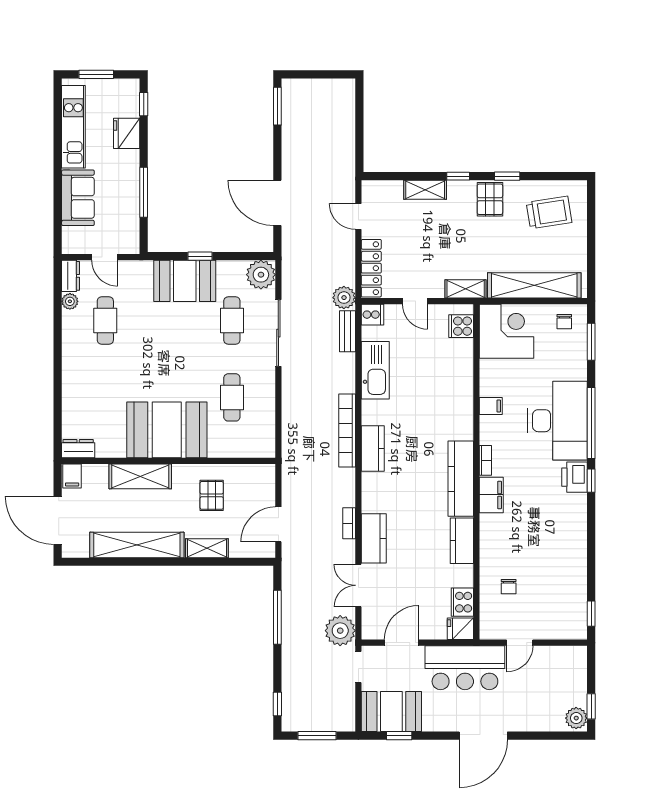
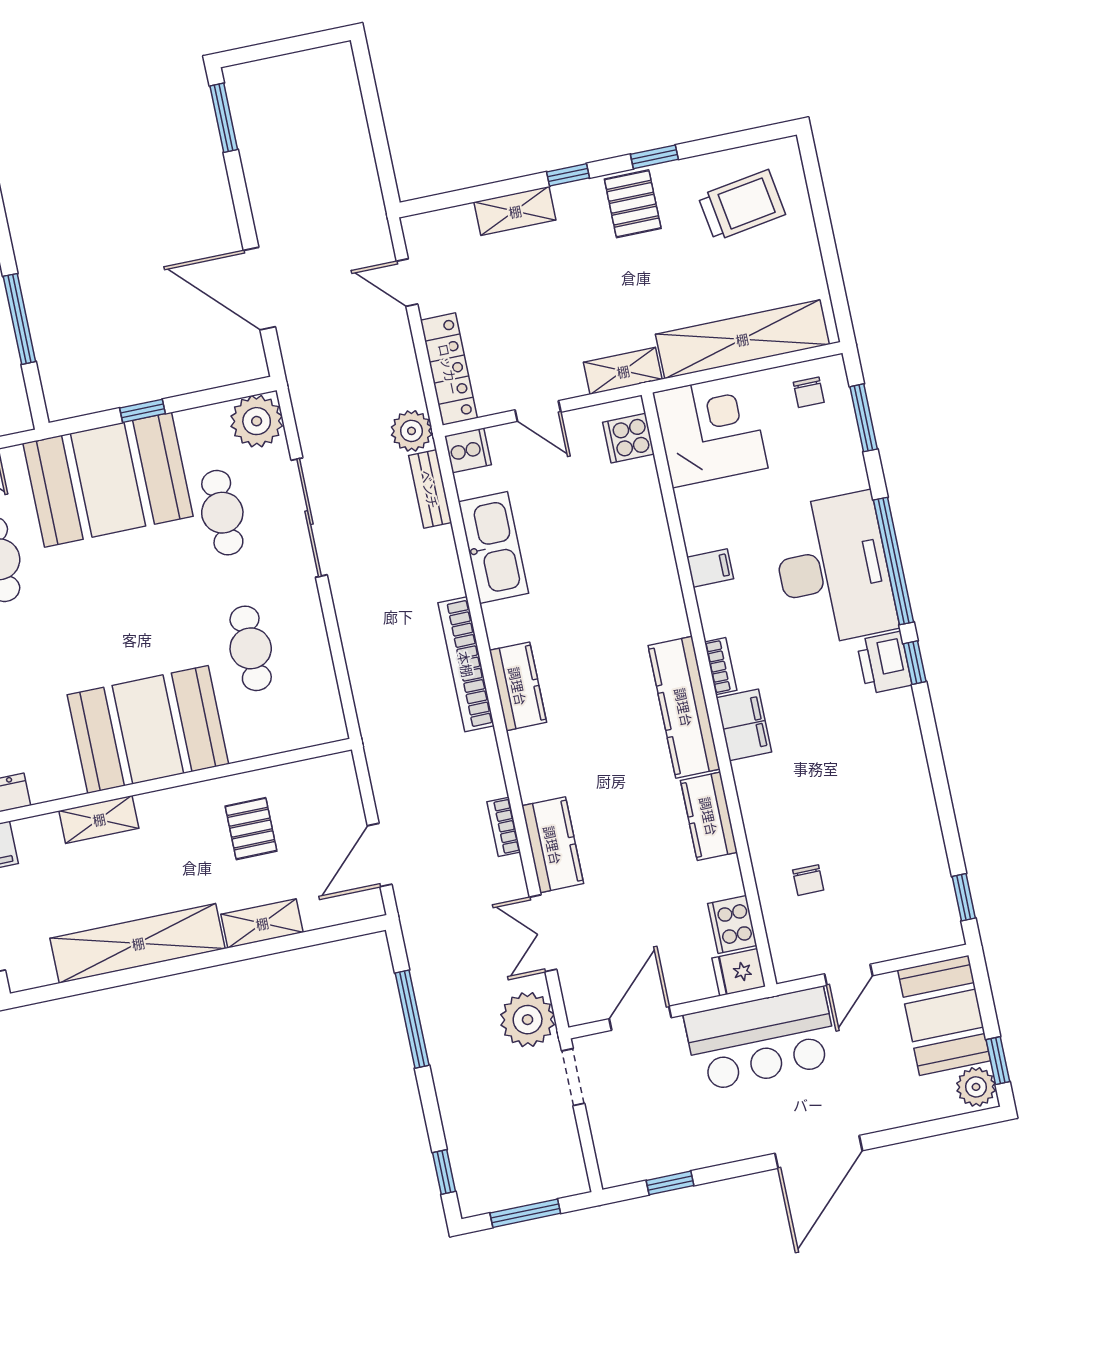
booth: (185, 281) -> (108, 480), width x1.36, depth x1.42
shelving: (140, 476) -> (99, 819), width x0.67, depth x0.75
booth: (391, 711) -> (944, 1015), moved, turned 90

